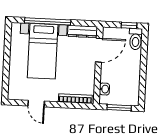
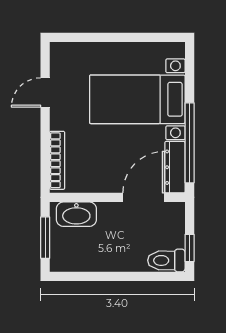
window: (48, 21) -> (190, 143), moved
door: (99, 50) -> (144, 197), swing flipped
washbasin: (104, 89) -> (76, 214), width x1.91, depth x1.45

